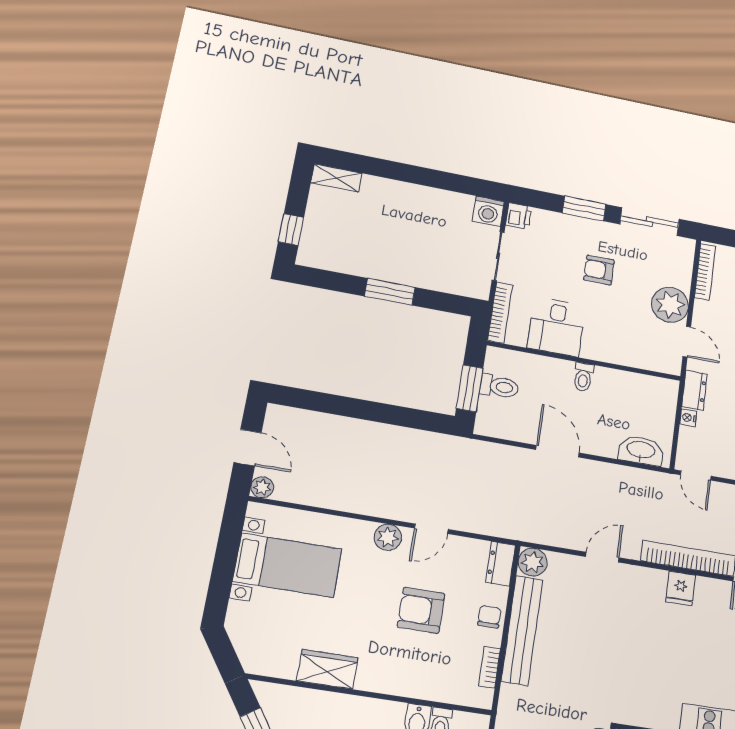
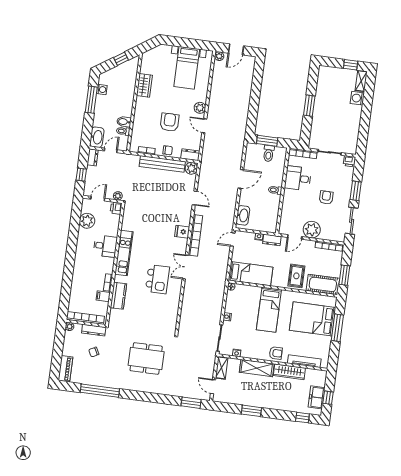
washing machine: (488, 211) -> (357, 98), moved
window: (291, 230) -> (351, 65), moved

